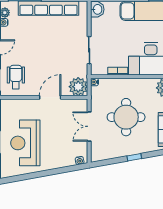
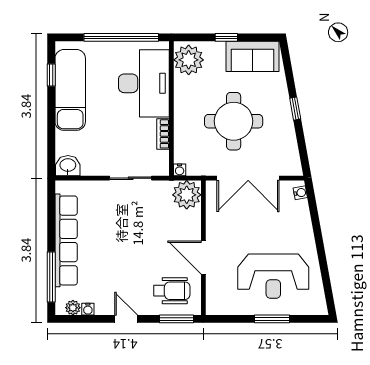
wheelchair: (16, 77) -> (172, 291), turned 180
door: (50, 97) -> (203, 257), moved
double door: (89, 126) -> (248, 178), width x1.37

